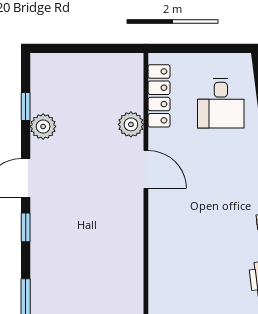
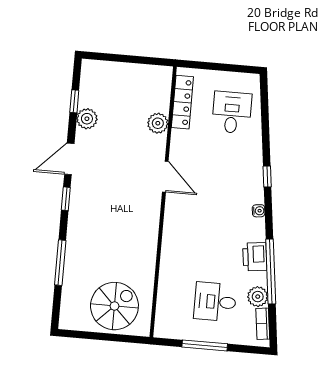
desk: (221, 103) -> (232, 112), turned 180
door: (146, 169) -> (165, 177), moved

